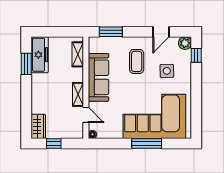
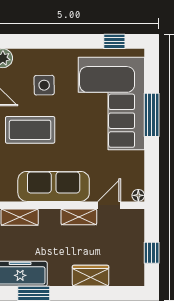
window: (196, 55) -> (114, 41), moved
coffee table: (137, 61) -> (30, 130), width x1.36, depth x1.32
wardrobe: (38, 126) -> (91, 276), moved

